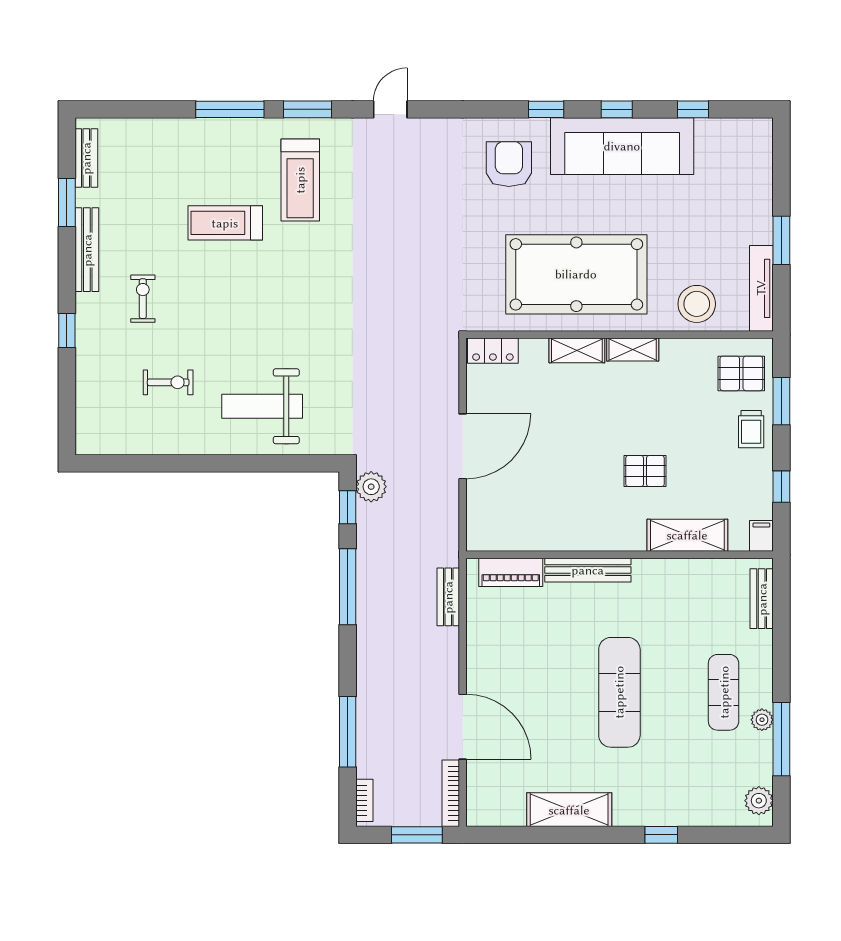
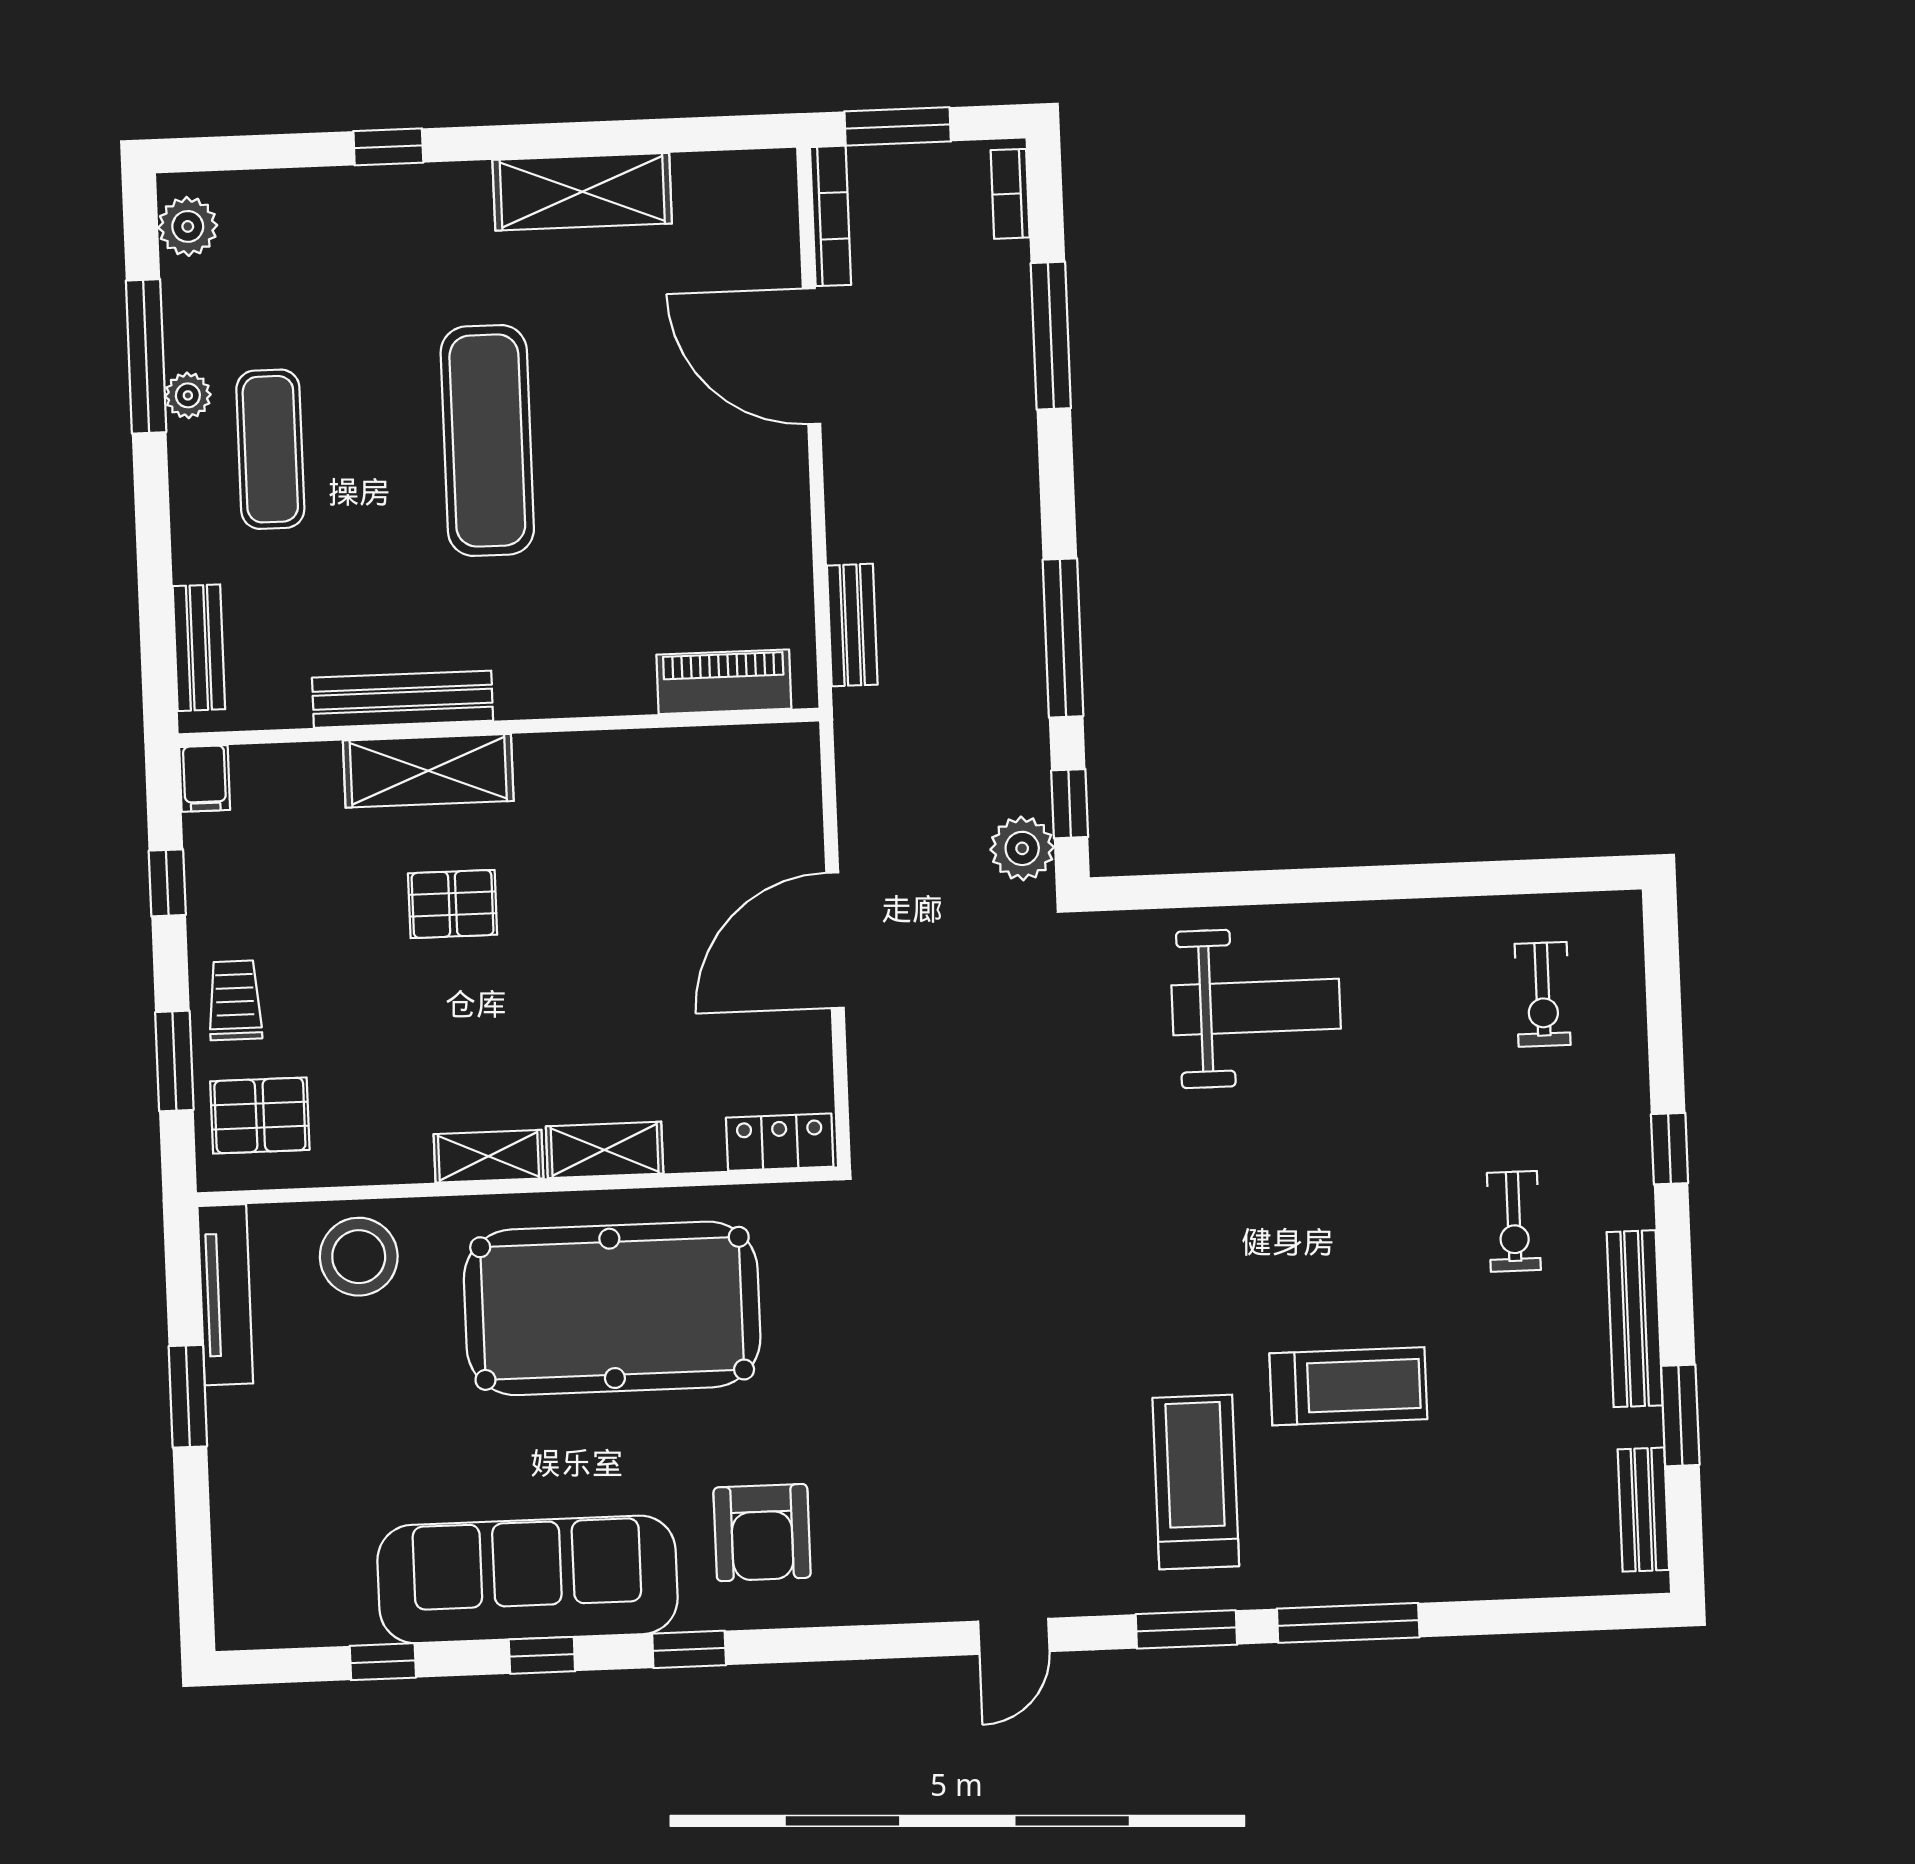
exercise bike: (168, 382) -> (1543, 994), moved, turned -90
shelving: (687, 535) -> (428, 771), moved
bench: (588, 570) -> (403, 699), moved

